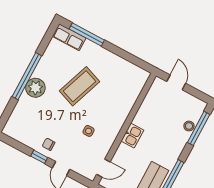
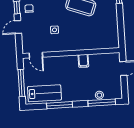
filing cabinet: (141, 120) -> (83, 61), added
kitchen sink: (132, 136) -> (70, 61), removed

